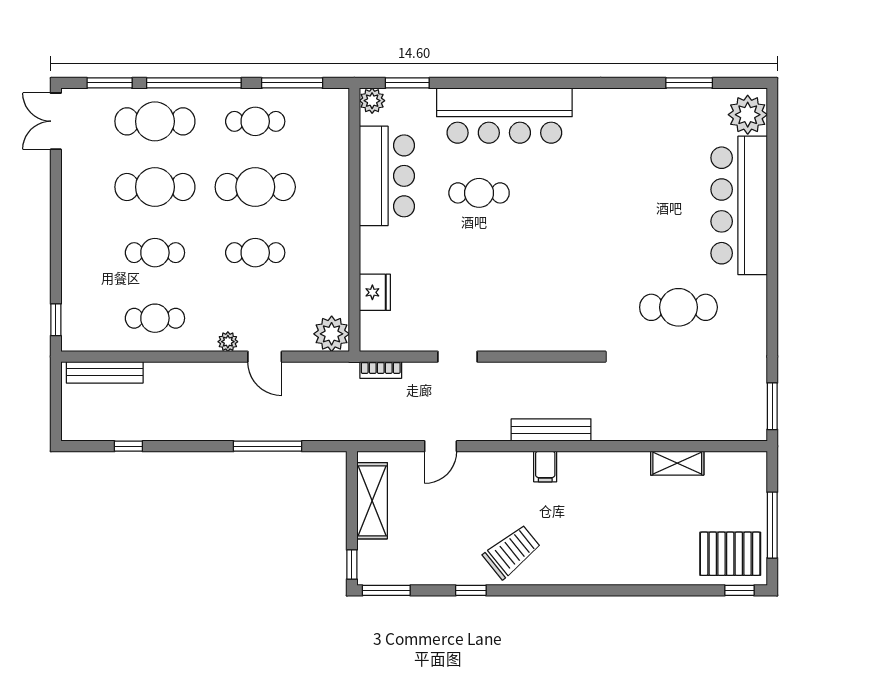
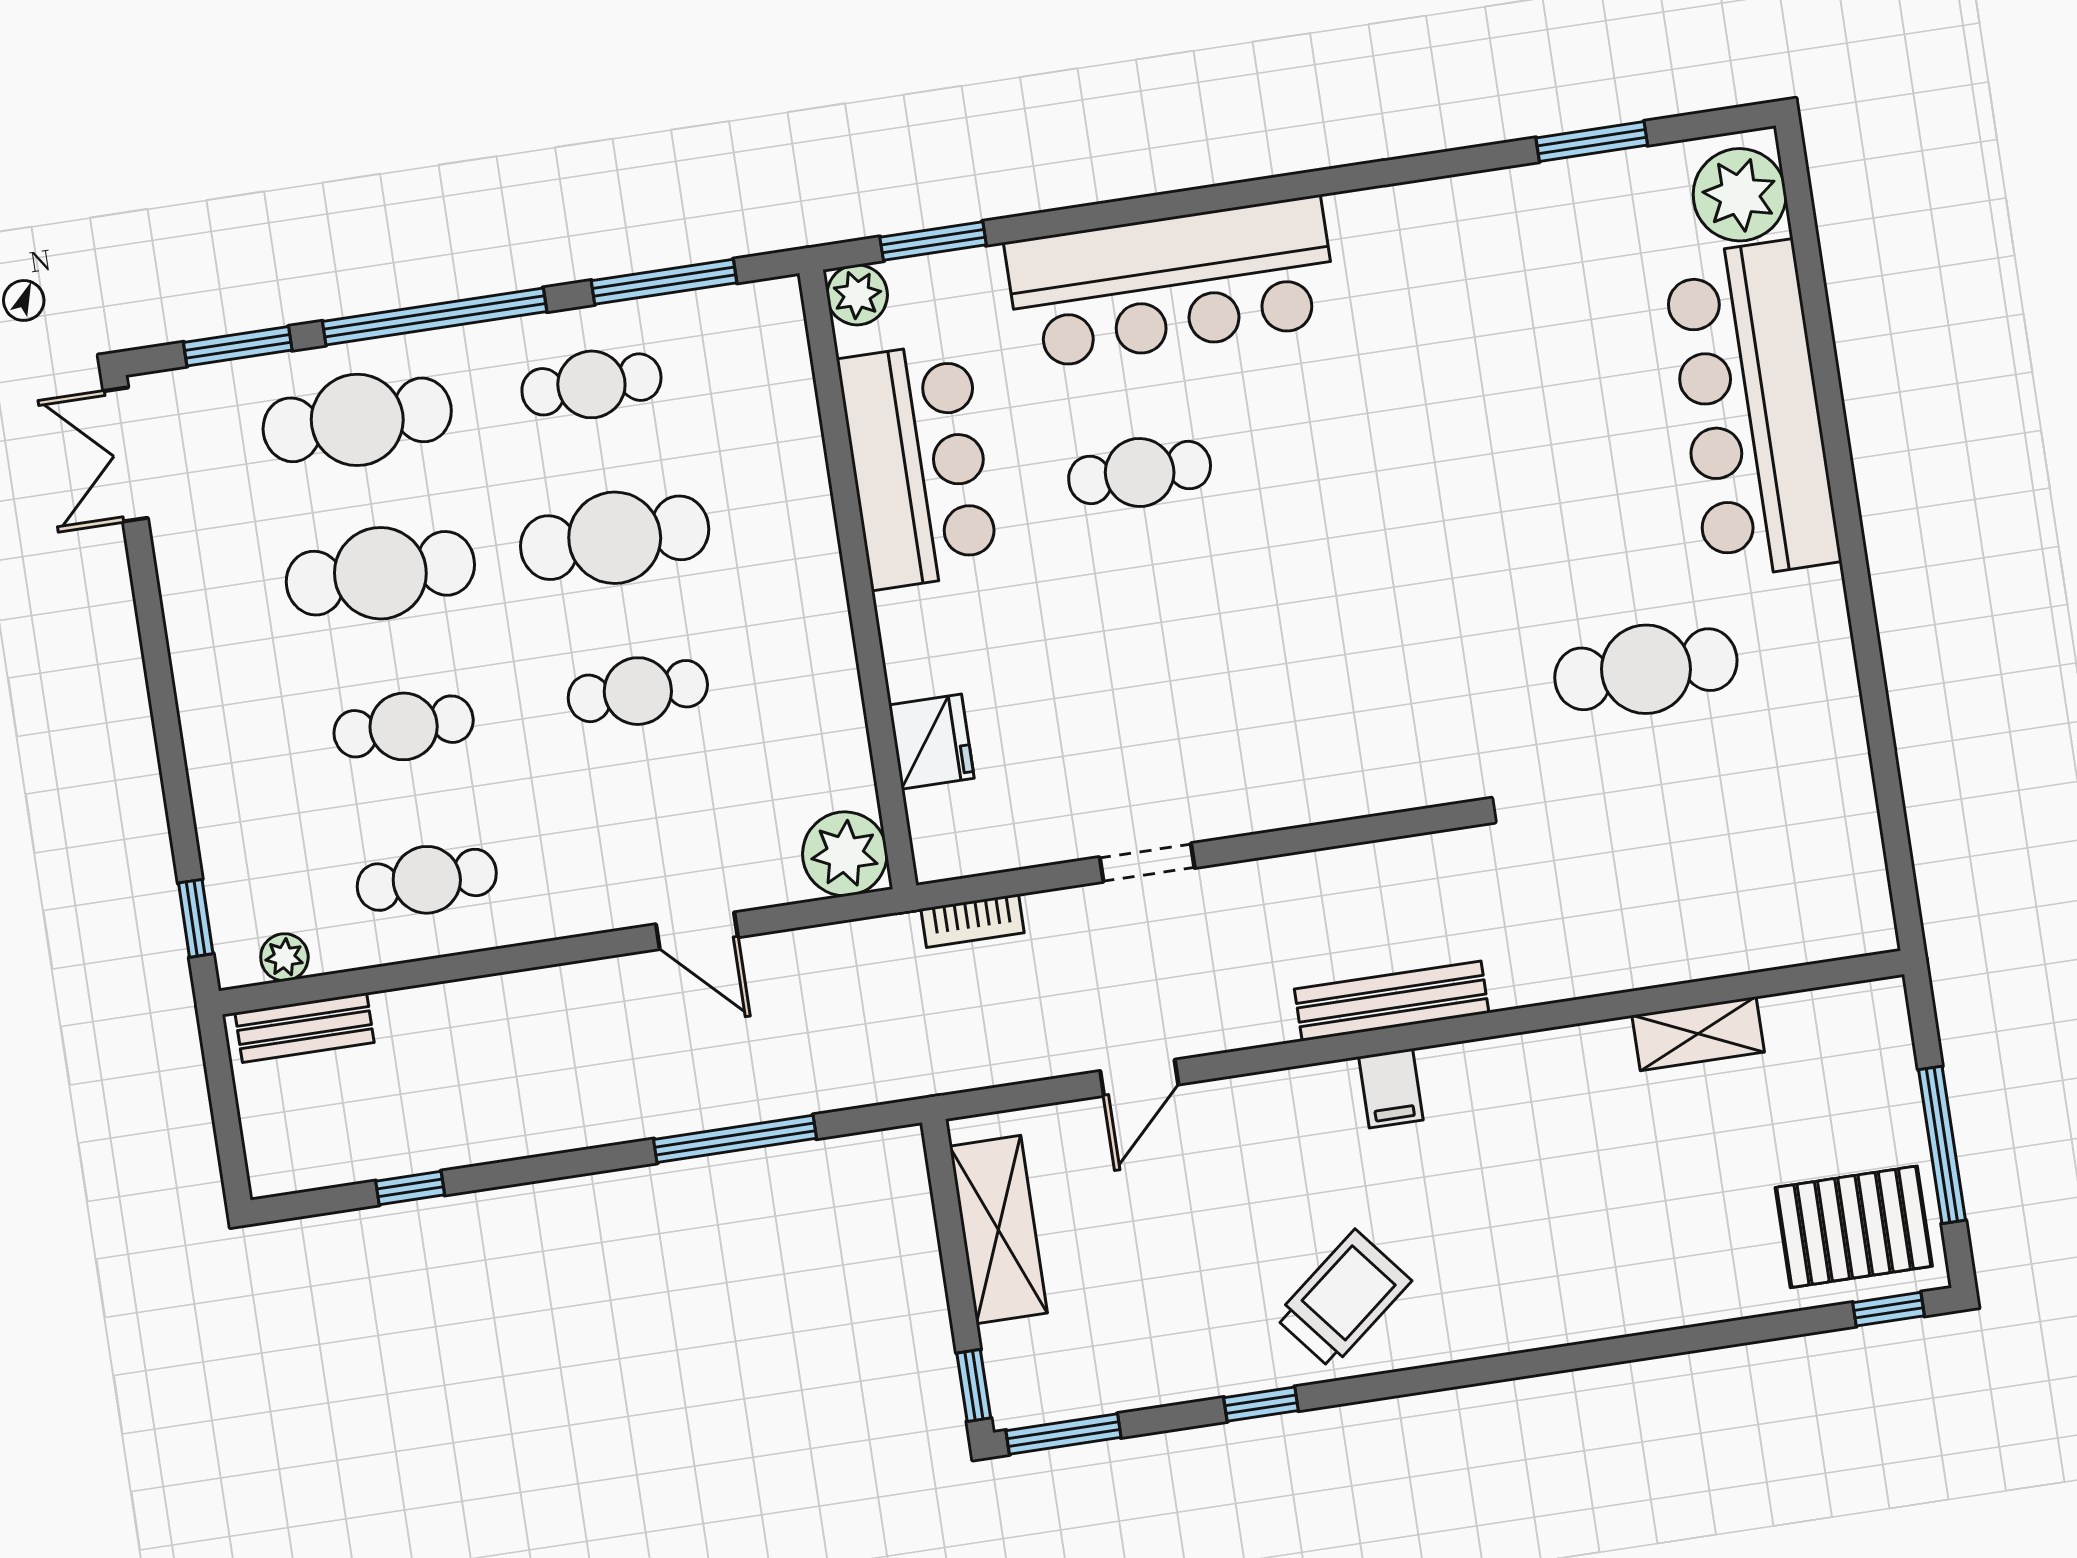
plant: (228, 342) -> (284, 957), moved
bench: (105, 372) -> (304, 1028), width x0.73
window: (772, 406) -> (1900, 867), removed

